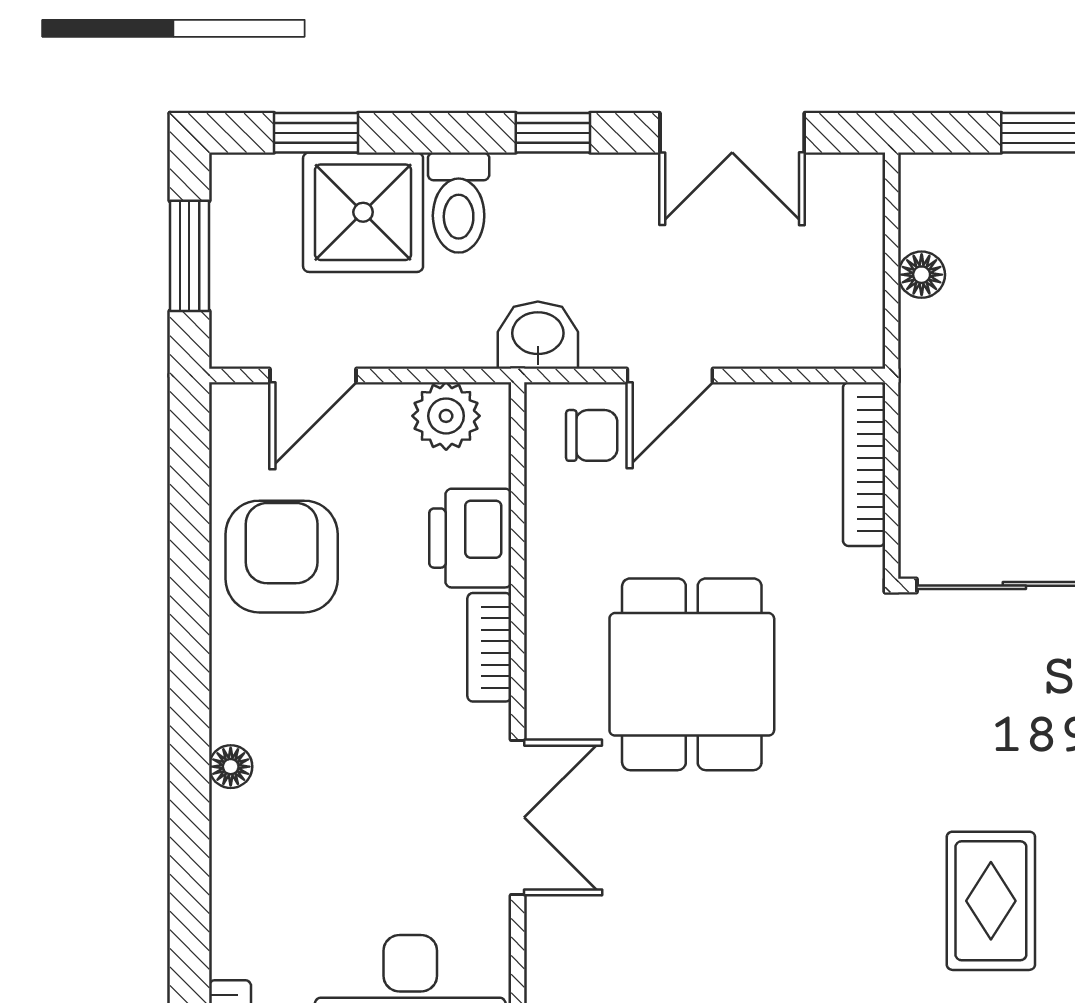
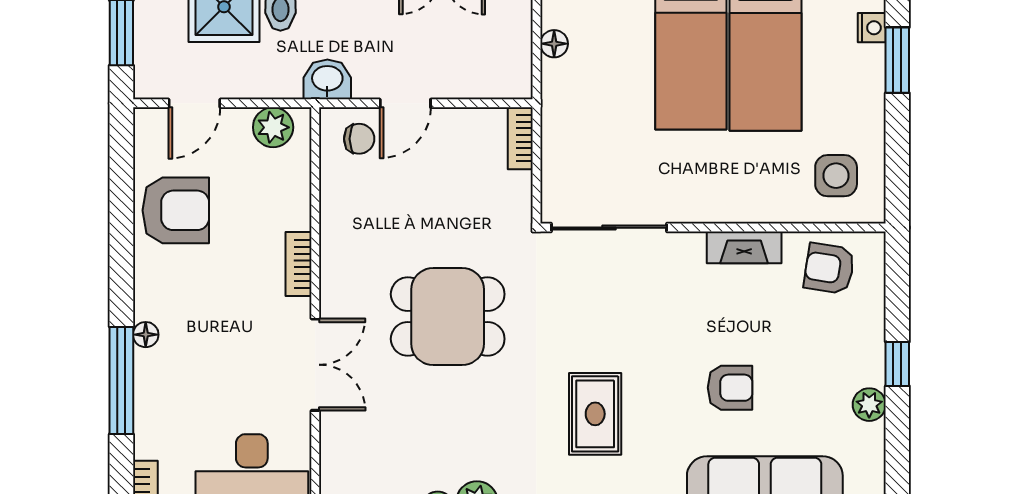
bookcase: (864, 464) -> (520, 138), width x0.64
printer: (470, 538) -> (287, 199), removed
armchair: (282, 557) -> (176, 210), turned 90
dining table: (692, 674) -> (448, 317), moved, turned 90
window: (189, 844) -> (121, 380), added

